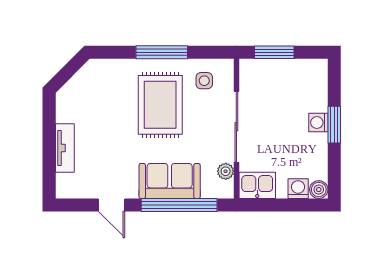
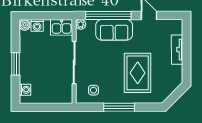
window: (274, 52) -> (52, 107), removed
rug: (160, 105) -> (138, 73), moved
washing machine: (318, 123) -> (25, 90), moved
plant: (226, 171) -> (81, 24), moved

